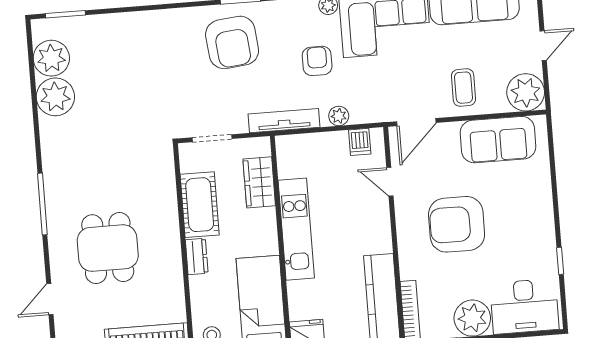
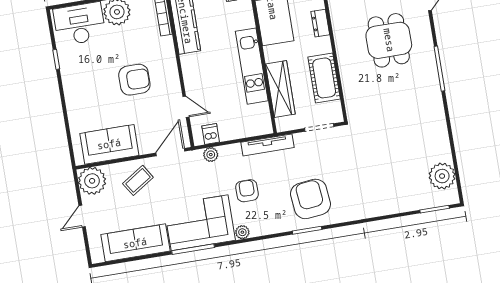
armchair: (317, 61) -> (247, 191), turned 180
coffee table: (463, 88) -> (138, 180), turned 57
plant: (55, 97) -> (437, 148), removed
plant: (339, 116) -> (211, 155), moved
wardrobe: (259, 182) -> (280, 89), width x1.50
armchair: (457, 224) -> (134, 80), width x0.73, depth x0.73
dresser: (197, 257) -> (320, 23), moved

